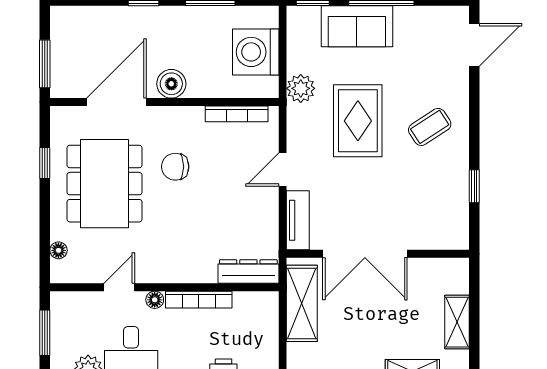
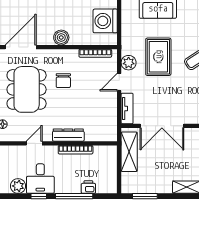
plant: (301, 88) -> (129, 63), moved
door: (116, 102) -> (21, 47), moved
chair: (175, 167) -> (63, 81), turned -90
dresser: (248, 271) -> (68, 135), moved
floor lamp: (155, 300) -> (53, 150), removed

